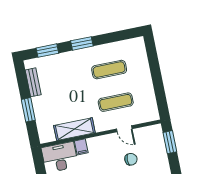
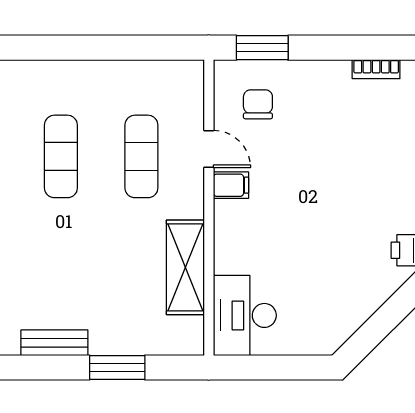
door: (124, 129) -> (209, 149), hinge flipped
filing cabinet: (81, 147) -> (231, 185), moved
chair: (131, 159) -> (258, 104), moved

